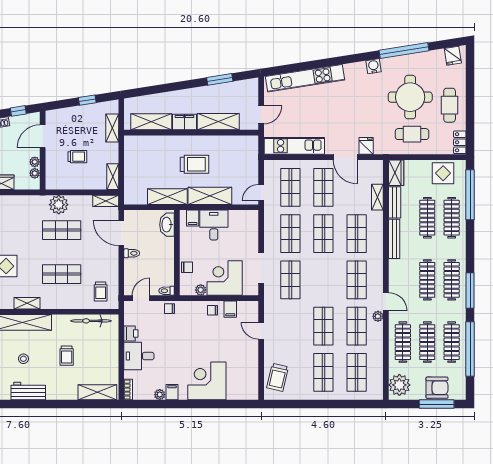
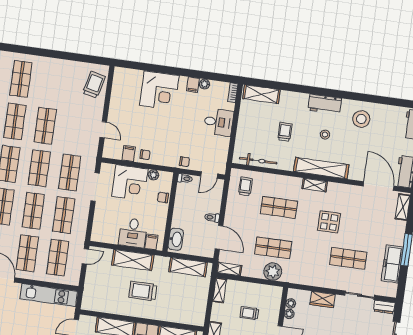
shelving: (167, 197) -> (188, 267), moved
printer: (131, 334) -> (223, 144), removed
shop shelf: (323, 372) -> (39, 168), moved

